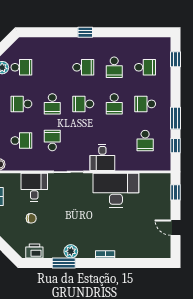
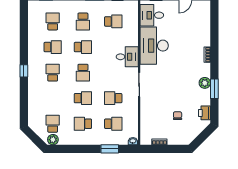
school desk: (21, 104) -> (83, 124), turned 90
school desk: (21, 141) -> (113, 124), turned 90
desk: (34, 187) -> (152, 15), moved

